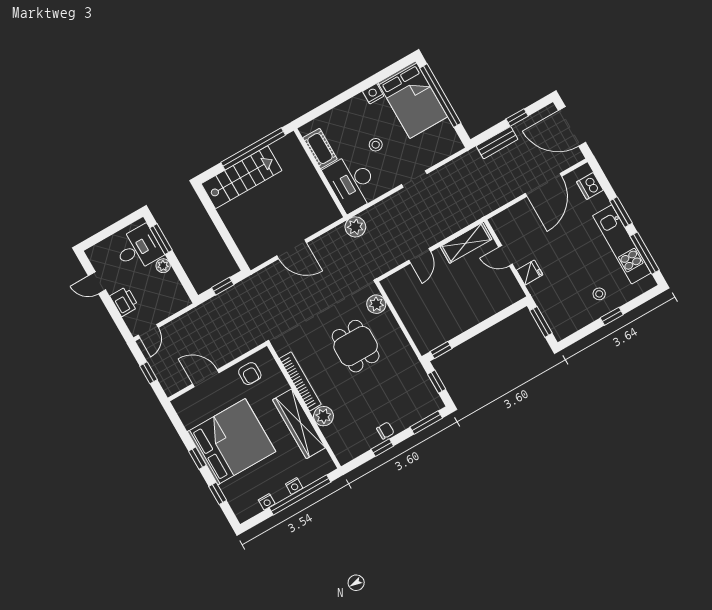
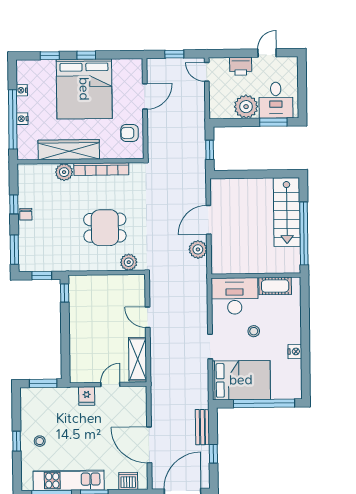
bed: (413, 100) -> (241, 380), moved, turned 180
plant: (355, 227) -> (198, 249), moved
plant: (163, 266) -> (246, 107), width x1.88, depth x1.88

